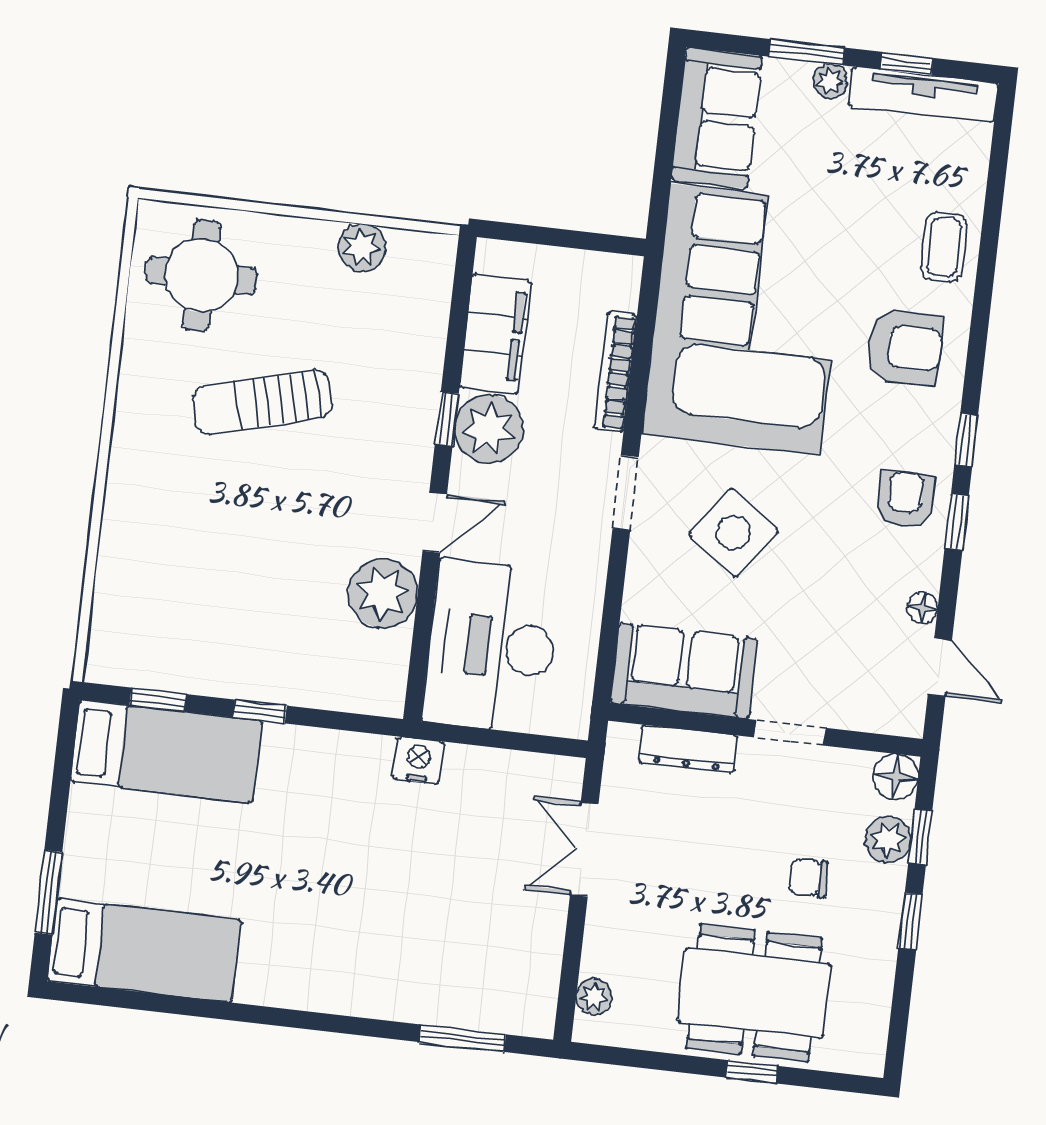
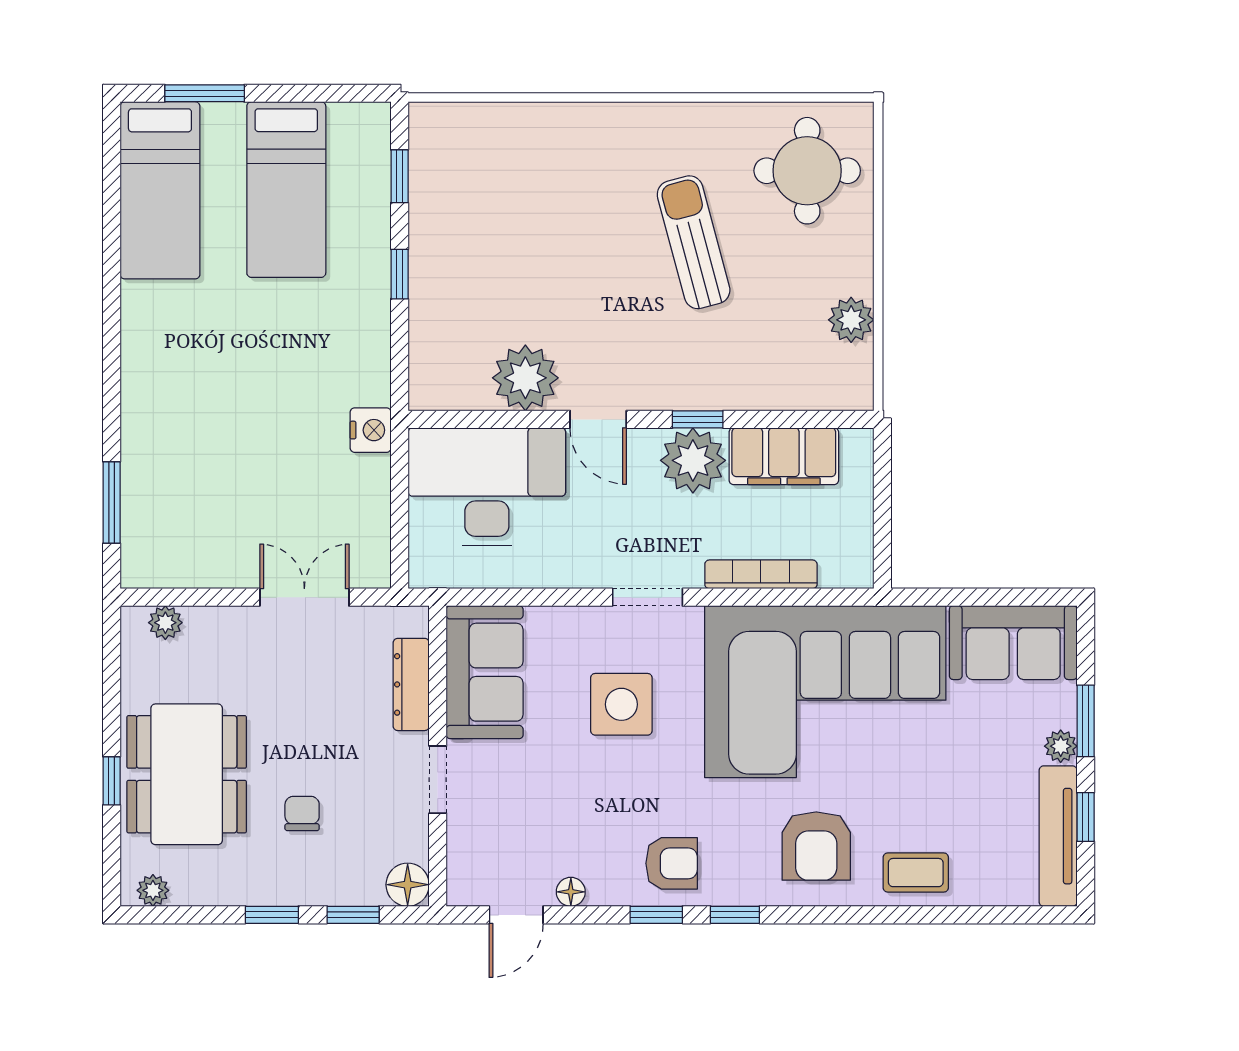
side table: (734, 533) -> (621, 704), turned -36
bed: (166, 751) -> (286, 190), moved
plant: (888, 839) -> (153, 890), moved, width x0.73, depth x0.73

